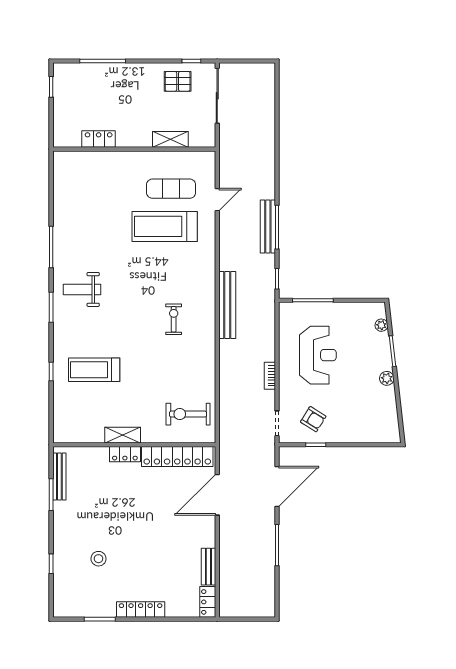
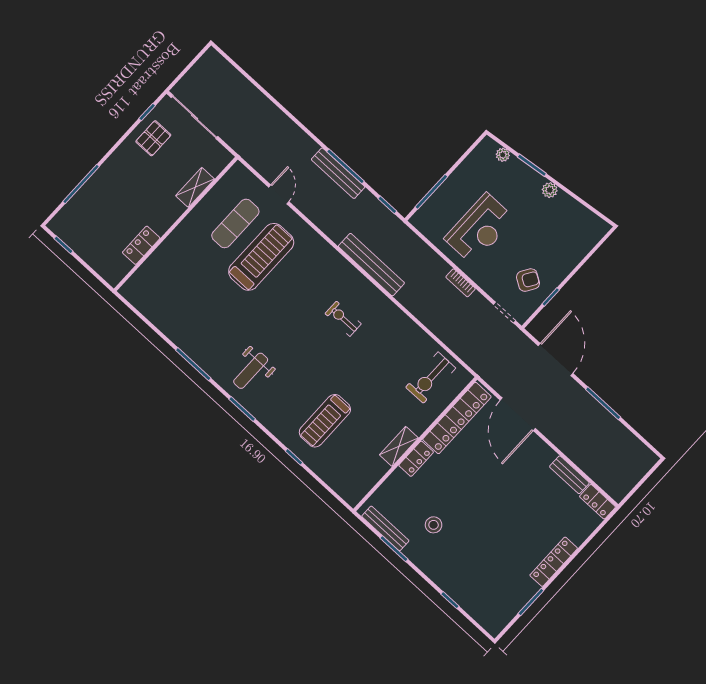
treadmill: (165, 226) -> (261, 257), turned 180
reception desk: (318, 355) -> (480, 229), turned 90
stool: (98, 559) -> (434, 525), moved

